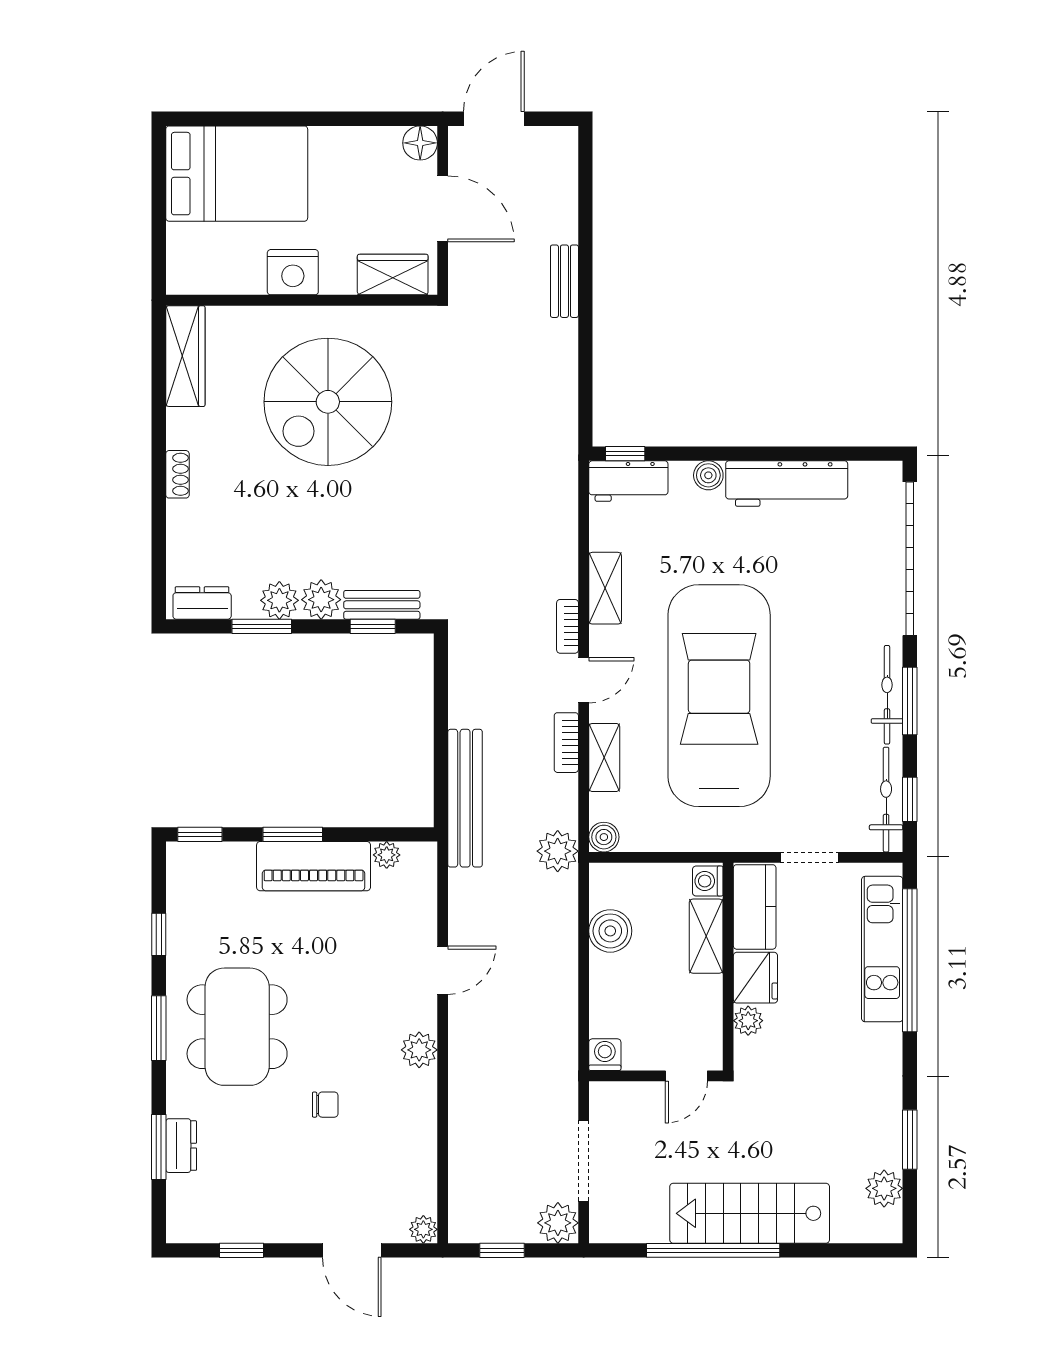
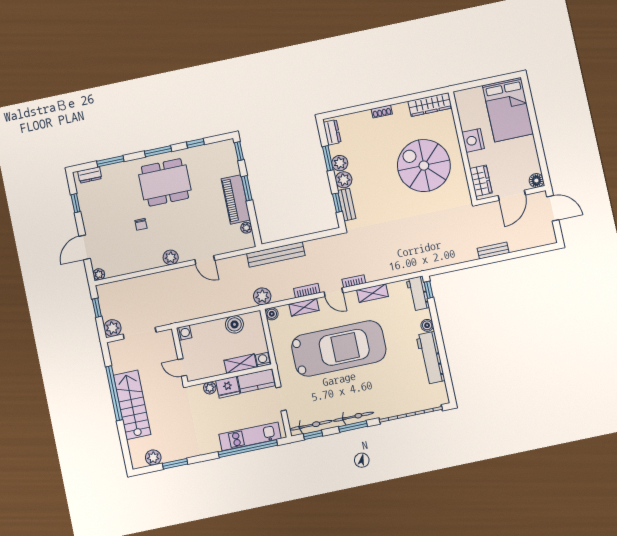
dresser: (181, 1146) -> (90, 175), moved

